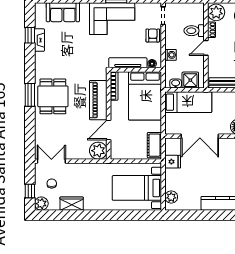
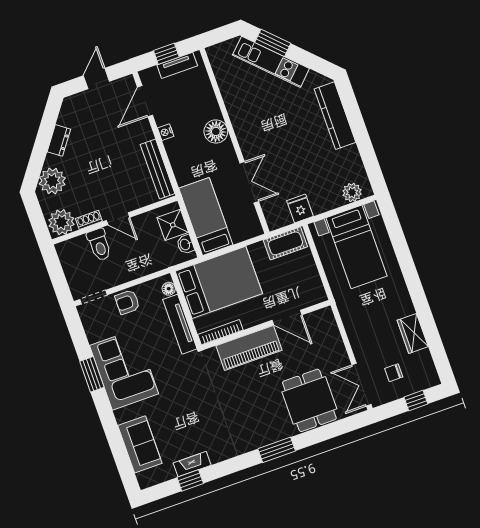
washing machine: (171, 55) -> (146, 266), removed
dining table: (53, 96) -> (309, 400), moved, turned 90
double door: (200, 136) -> (249, 182), width x0.73
plant: (98, 151) -> (322, 322), removed
plant: (41, 204) -> (428, 377), removed

